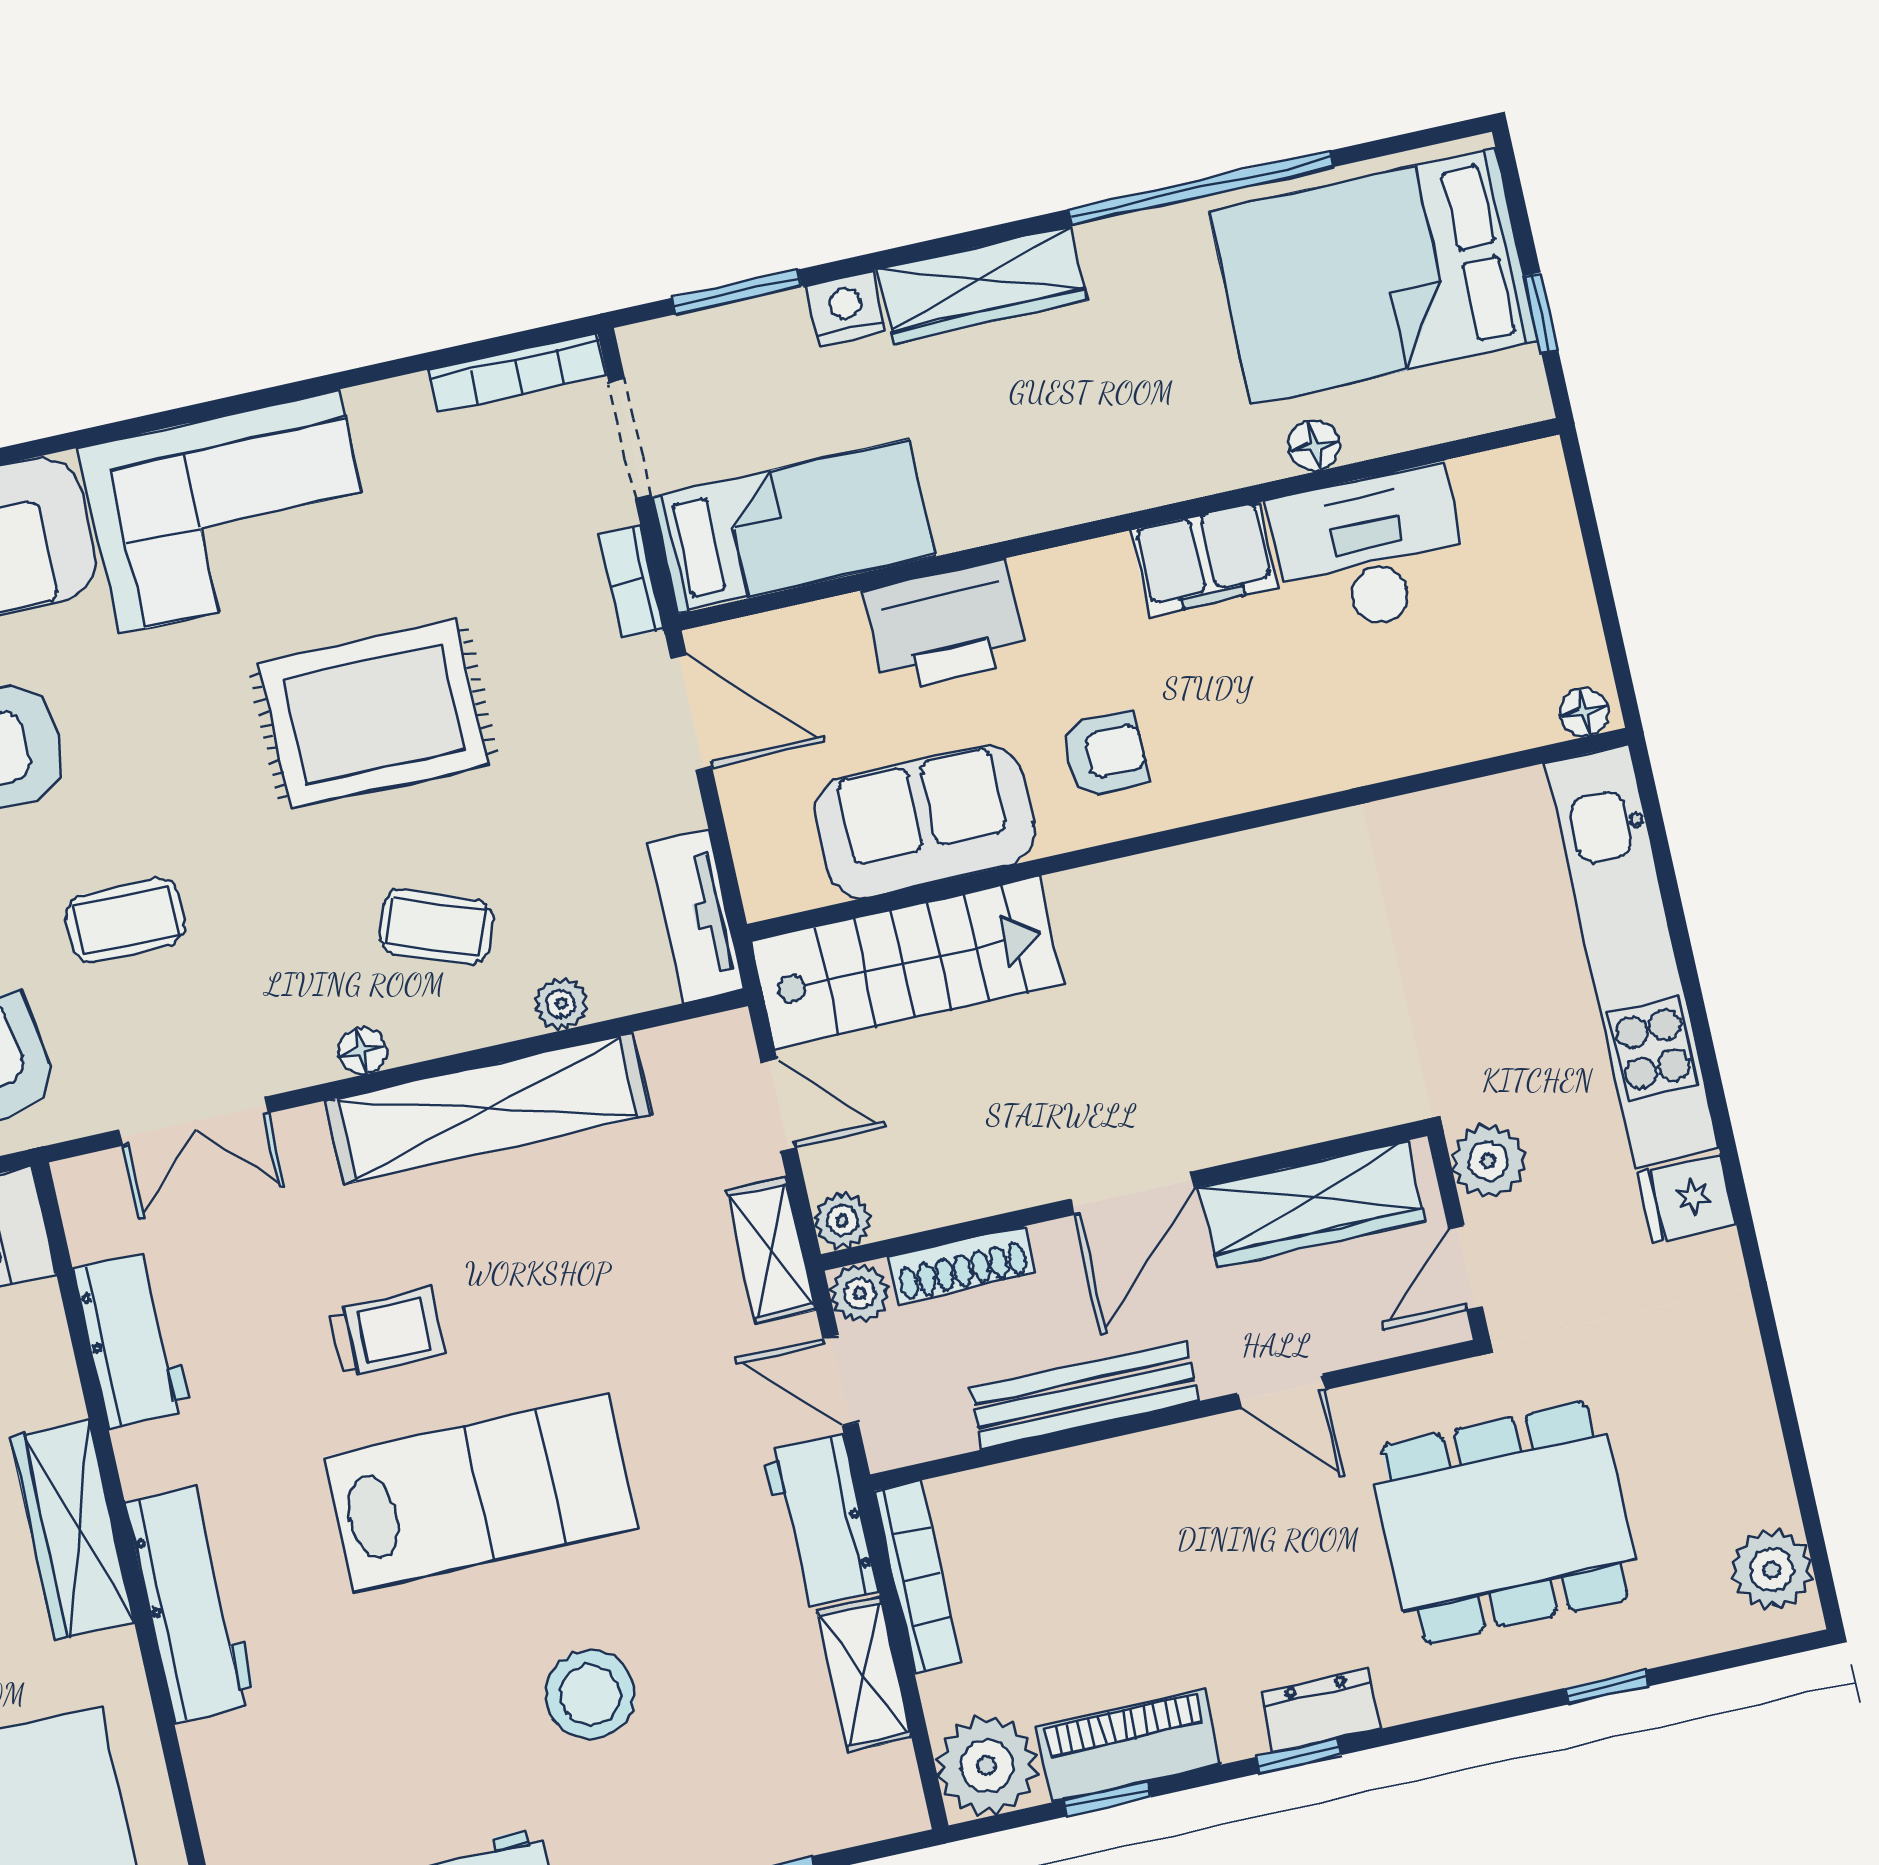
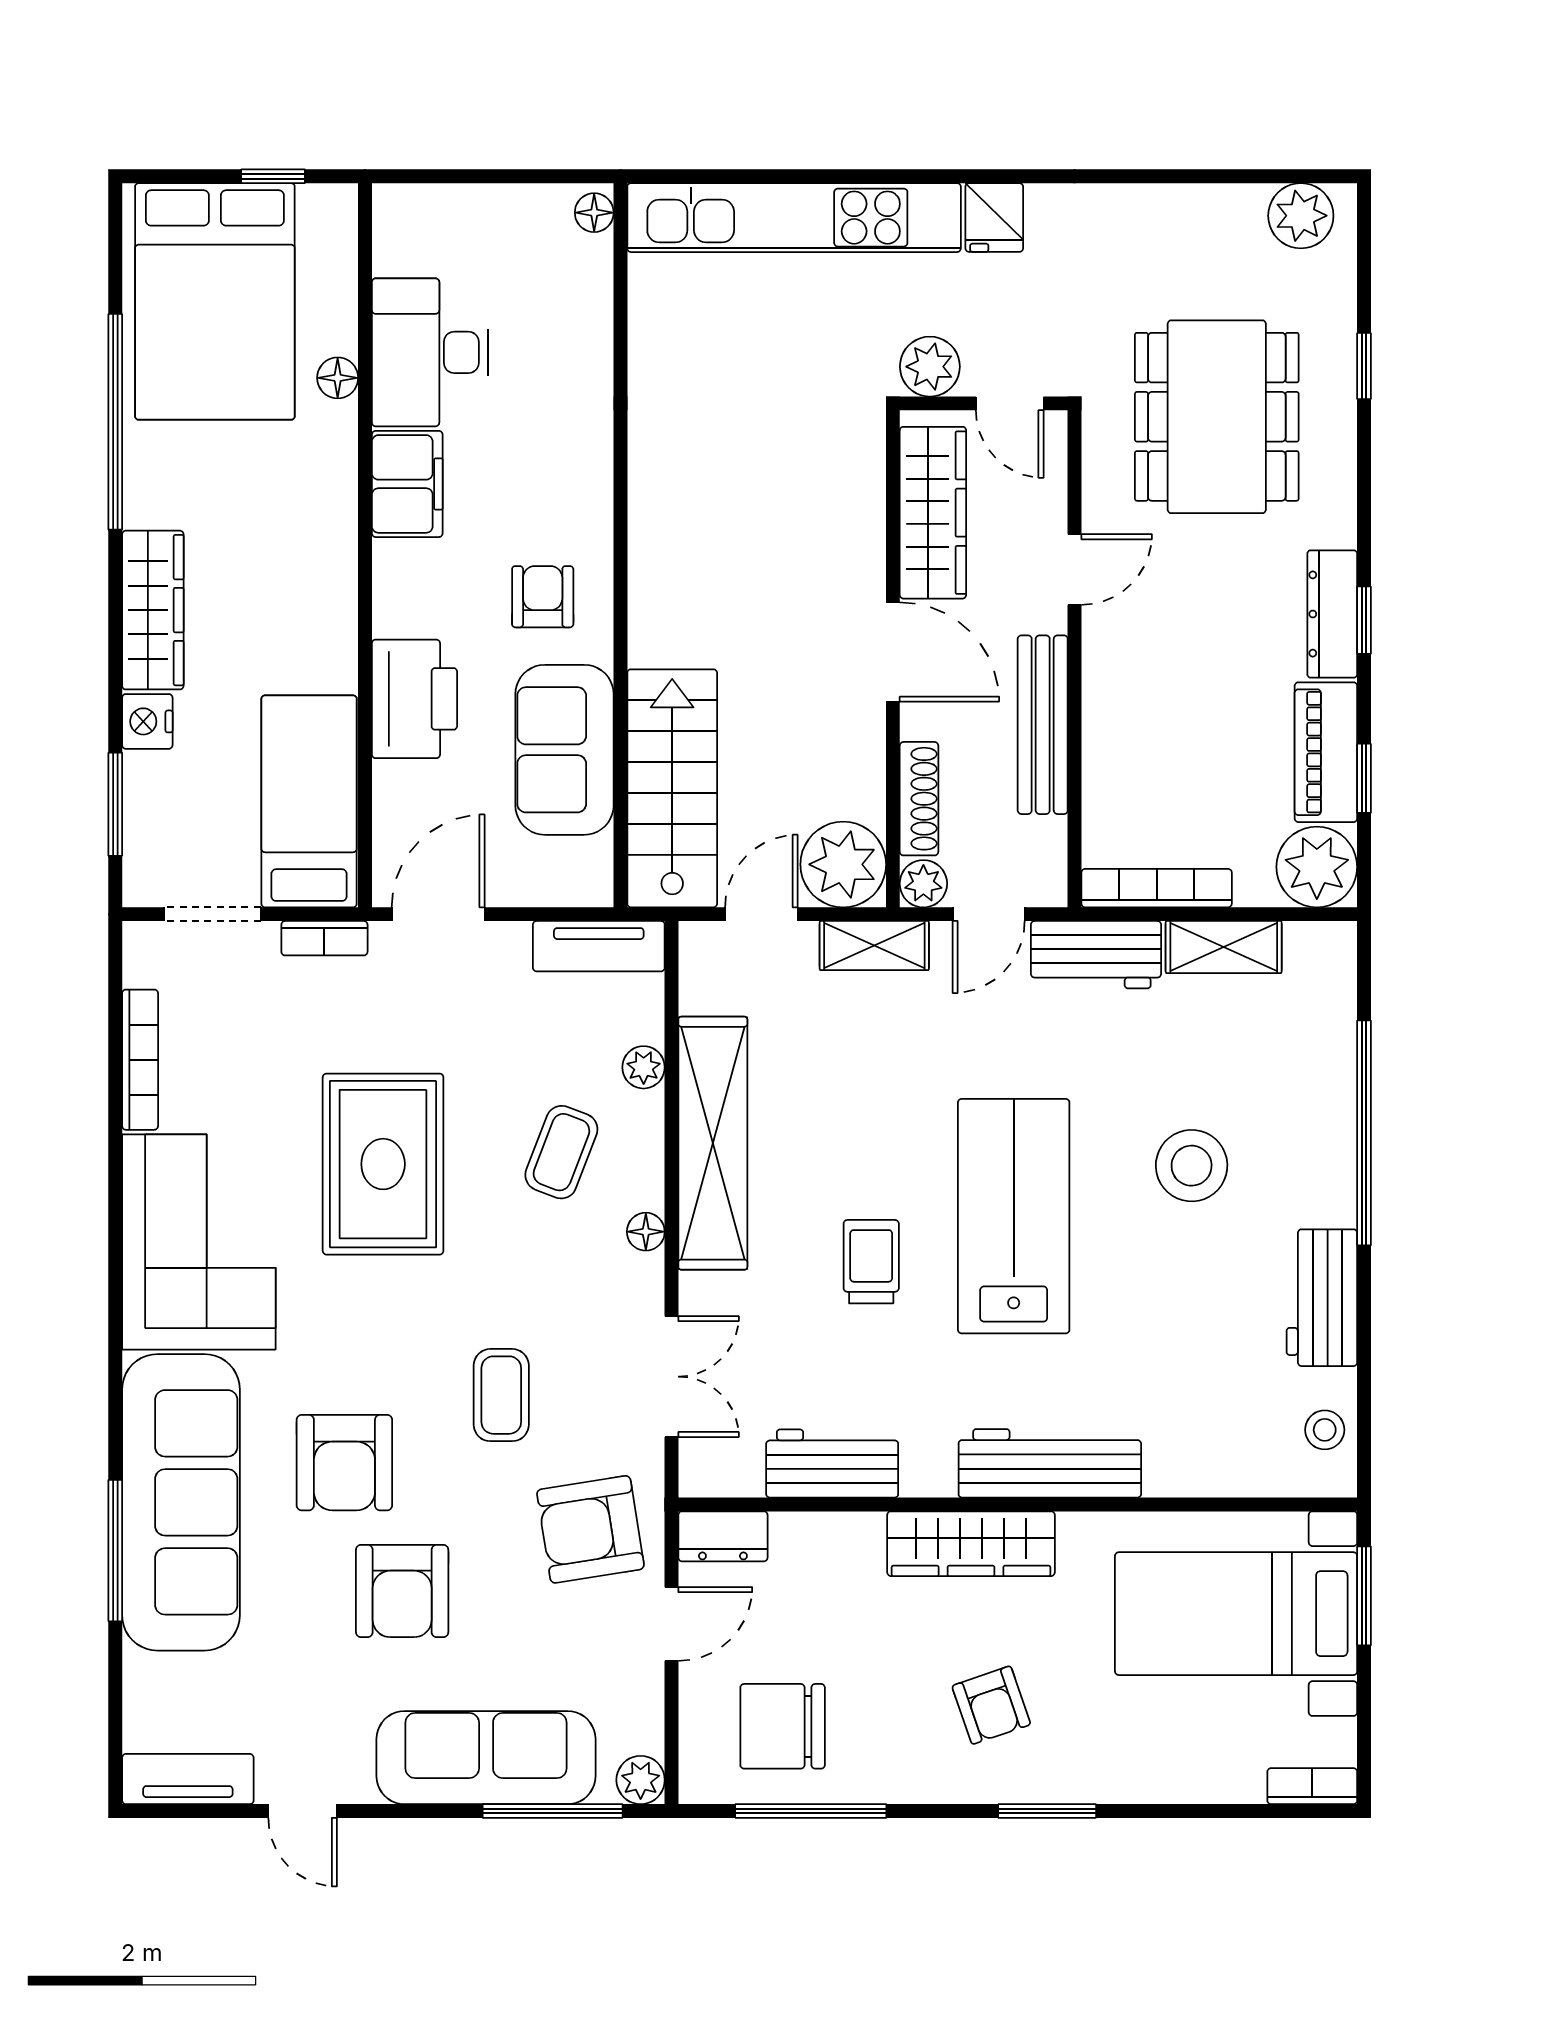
bookcase: (517, 372) -> (140, 1060), moved
plant: (842, 1220) -> (843, 864), width x1.87, depth x1.87
dresser: (1321, 1710) -> (1332, 614), width x1.44

